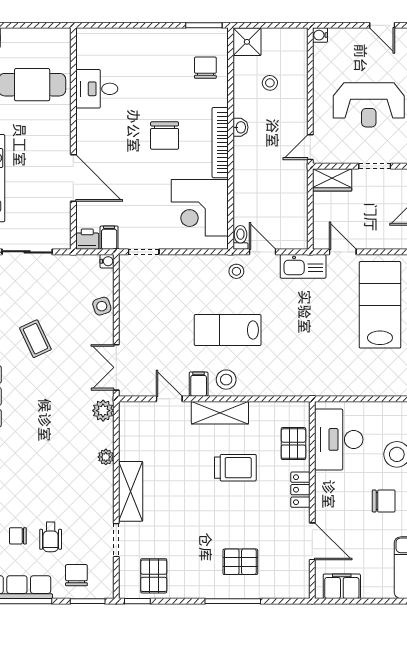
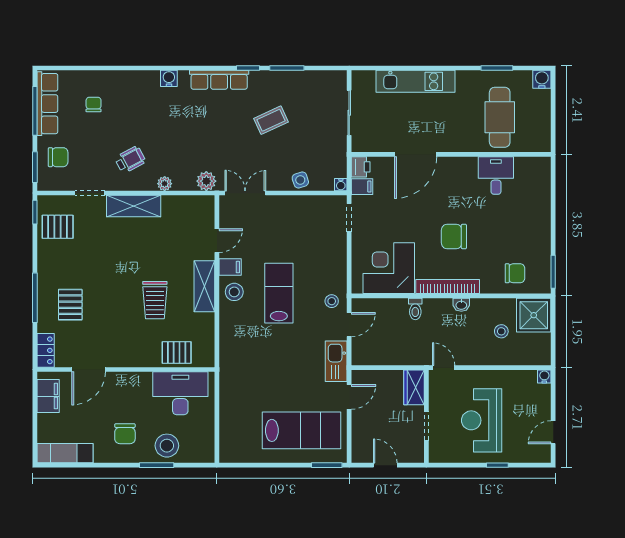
shower: (247, 42) -> (534, 315), width x1.36, depth x1.36
toilet: (240, 237) -> (415, 309), moved, turned 90
locker: (300, 490) -> (46, 350), moved, turned 90
wheelchair: (51, 537) -> (130, 160), moved, turned 152

